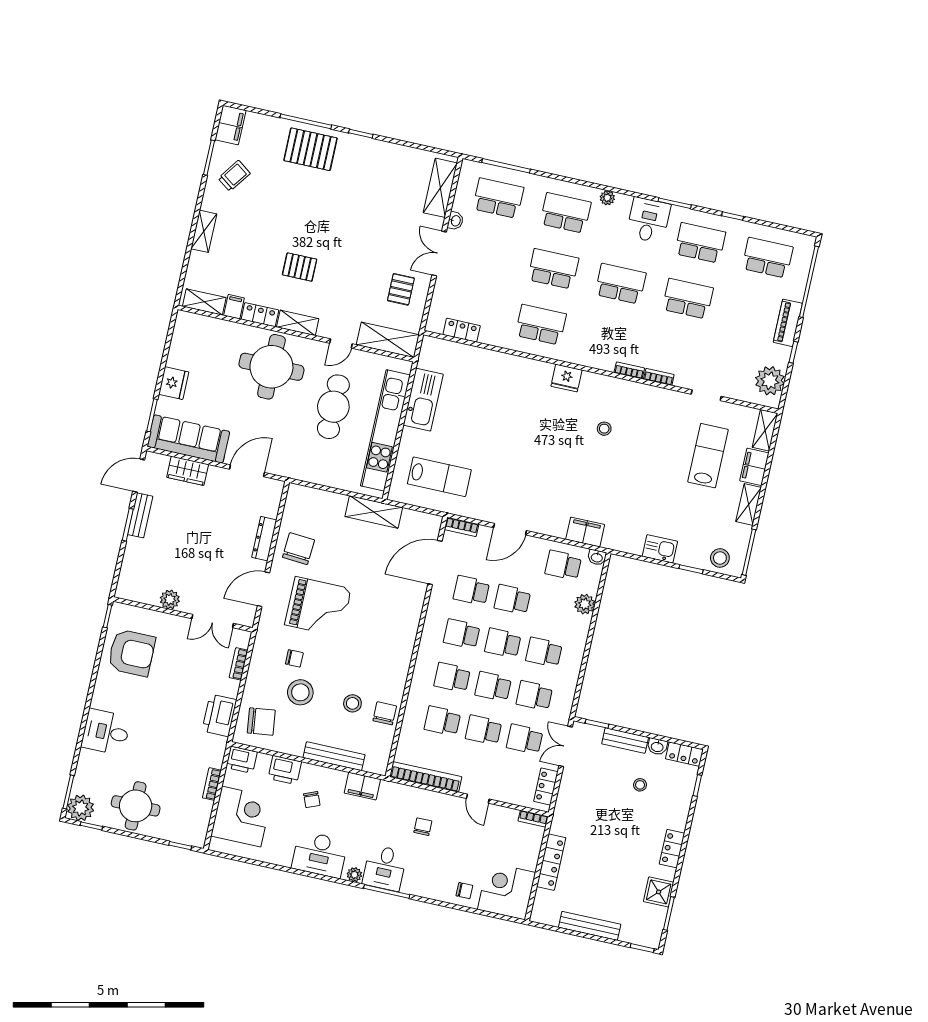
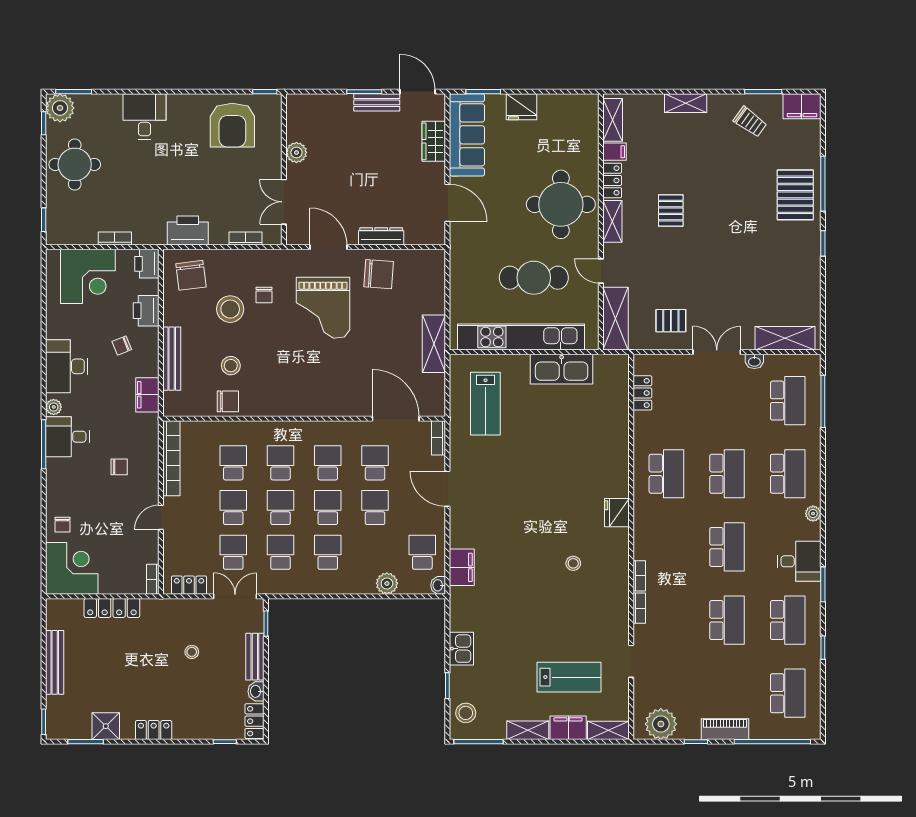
stool: (640, 785) -> (192, 652), moved

